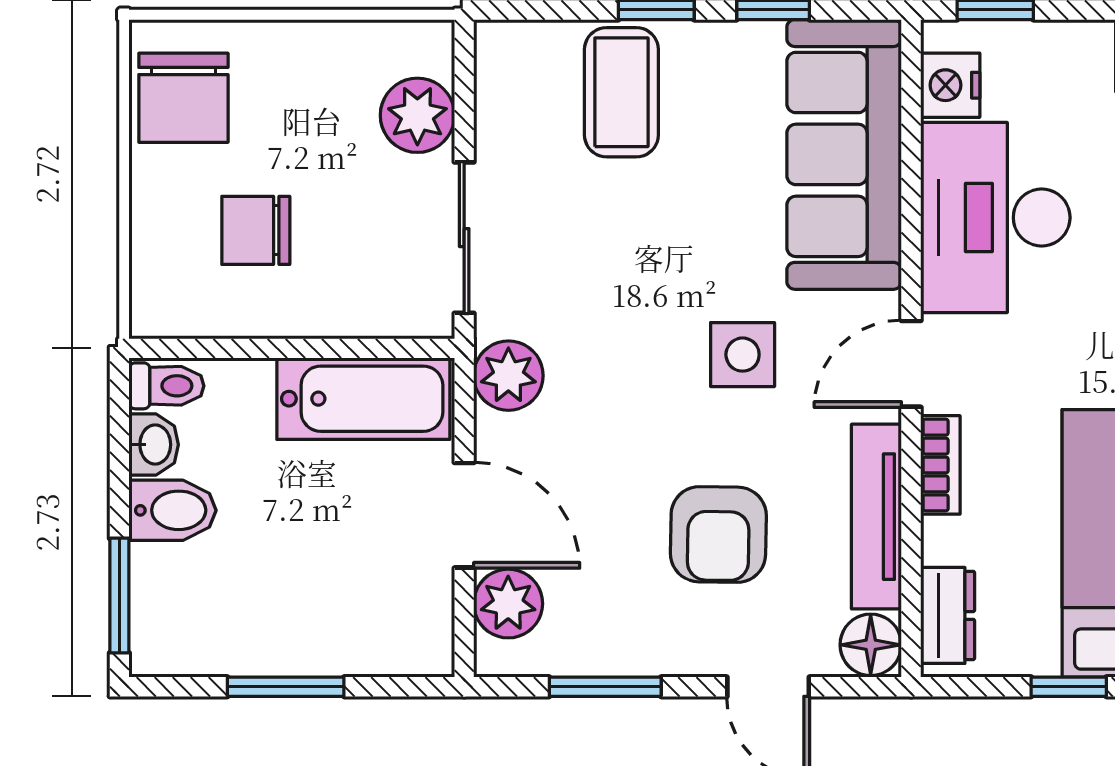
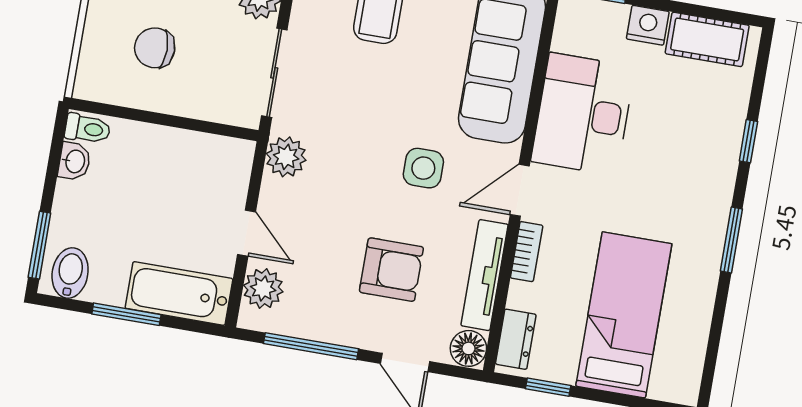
nightstand: (950, 85) -> (648, 25), moved, turned 90
bathtub: (363, 399) -> (179, 293), moved, turned 180
bidet: (173, 510) -> (70, 273), moved, turned -90
door: (464, 515) -> (247, 233), width x0.73
armchair: (718, 534) -> (391, 270), turned -91
window: (605, 687) -> (311, 346), width x1.44
window: (1069, 687) -> (548, 387), moved

